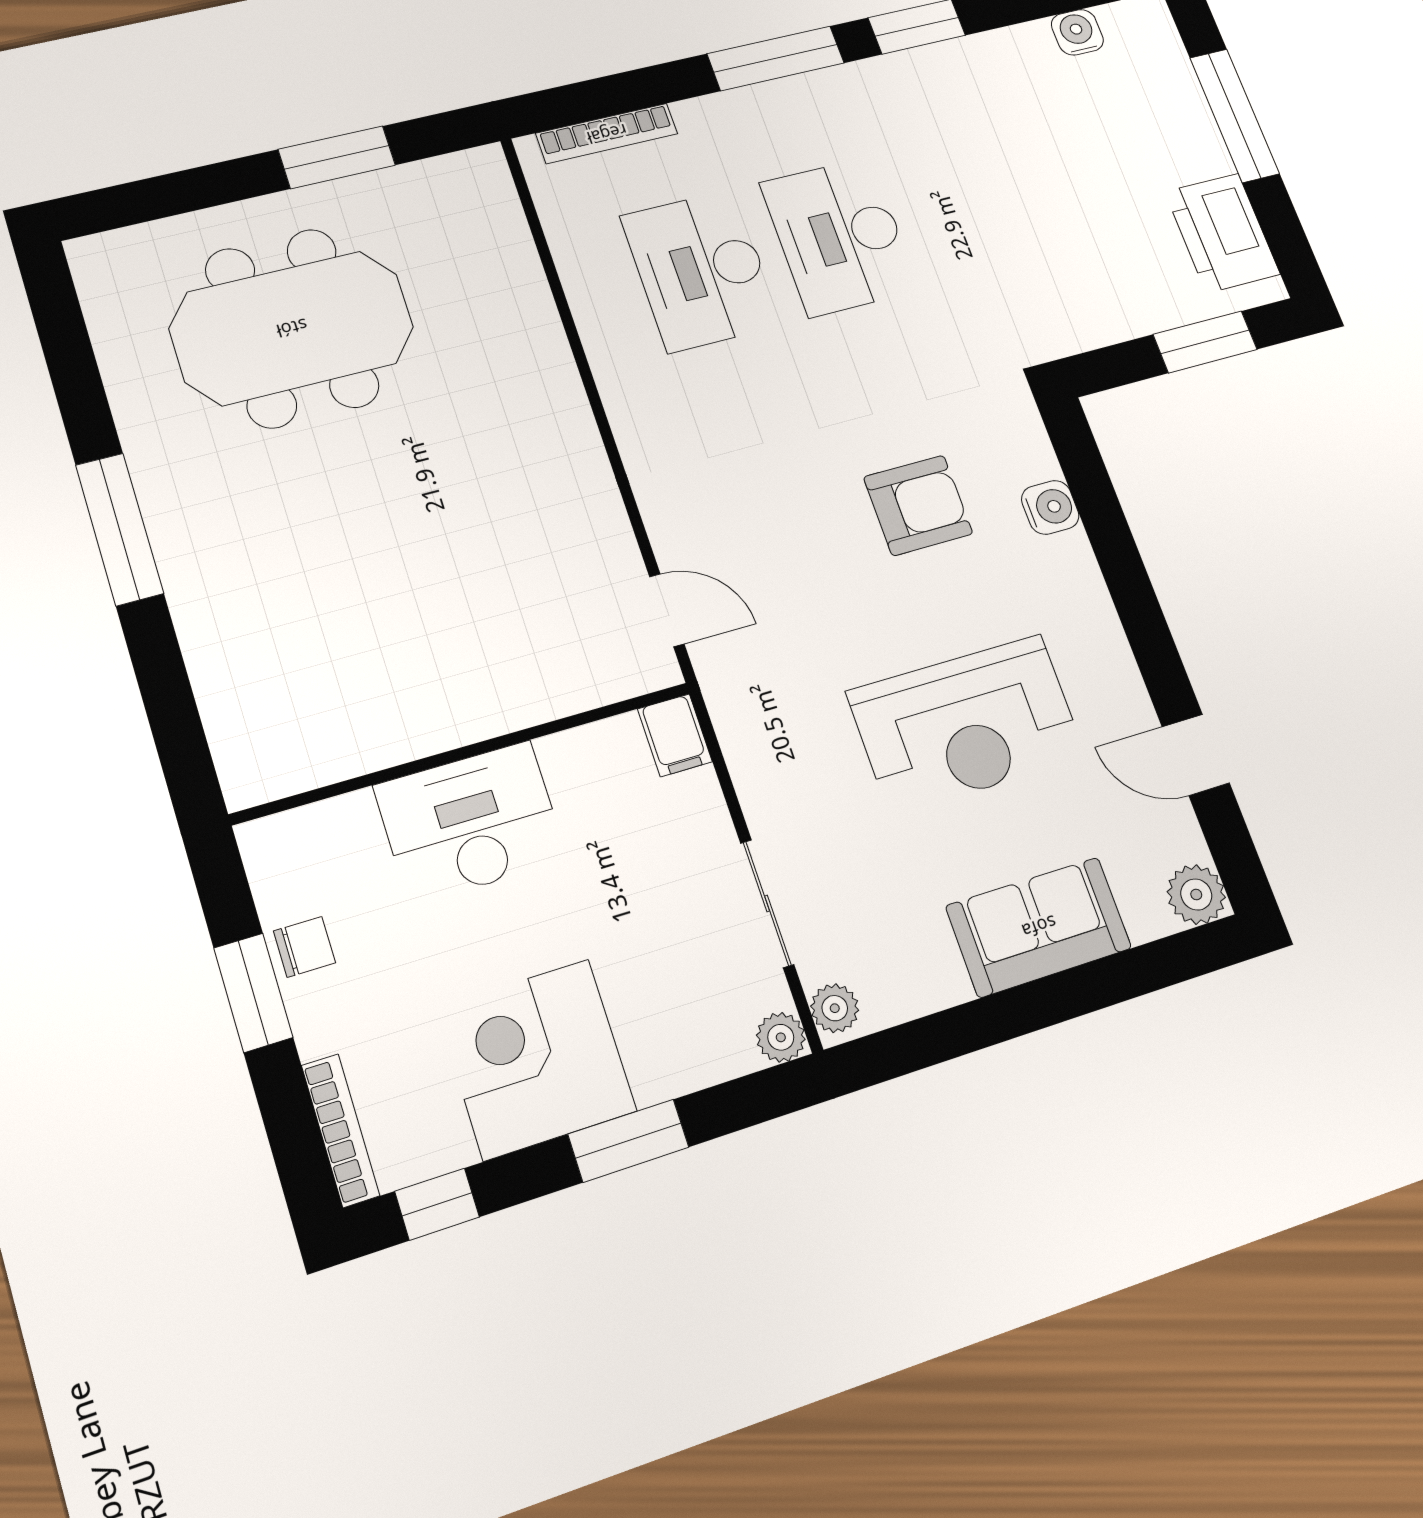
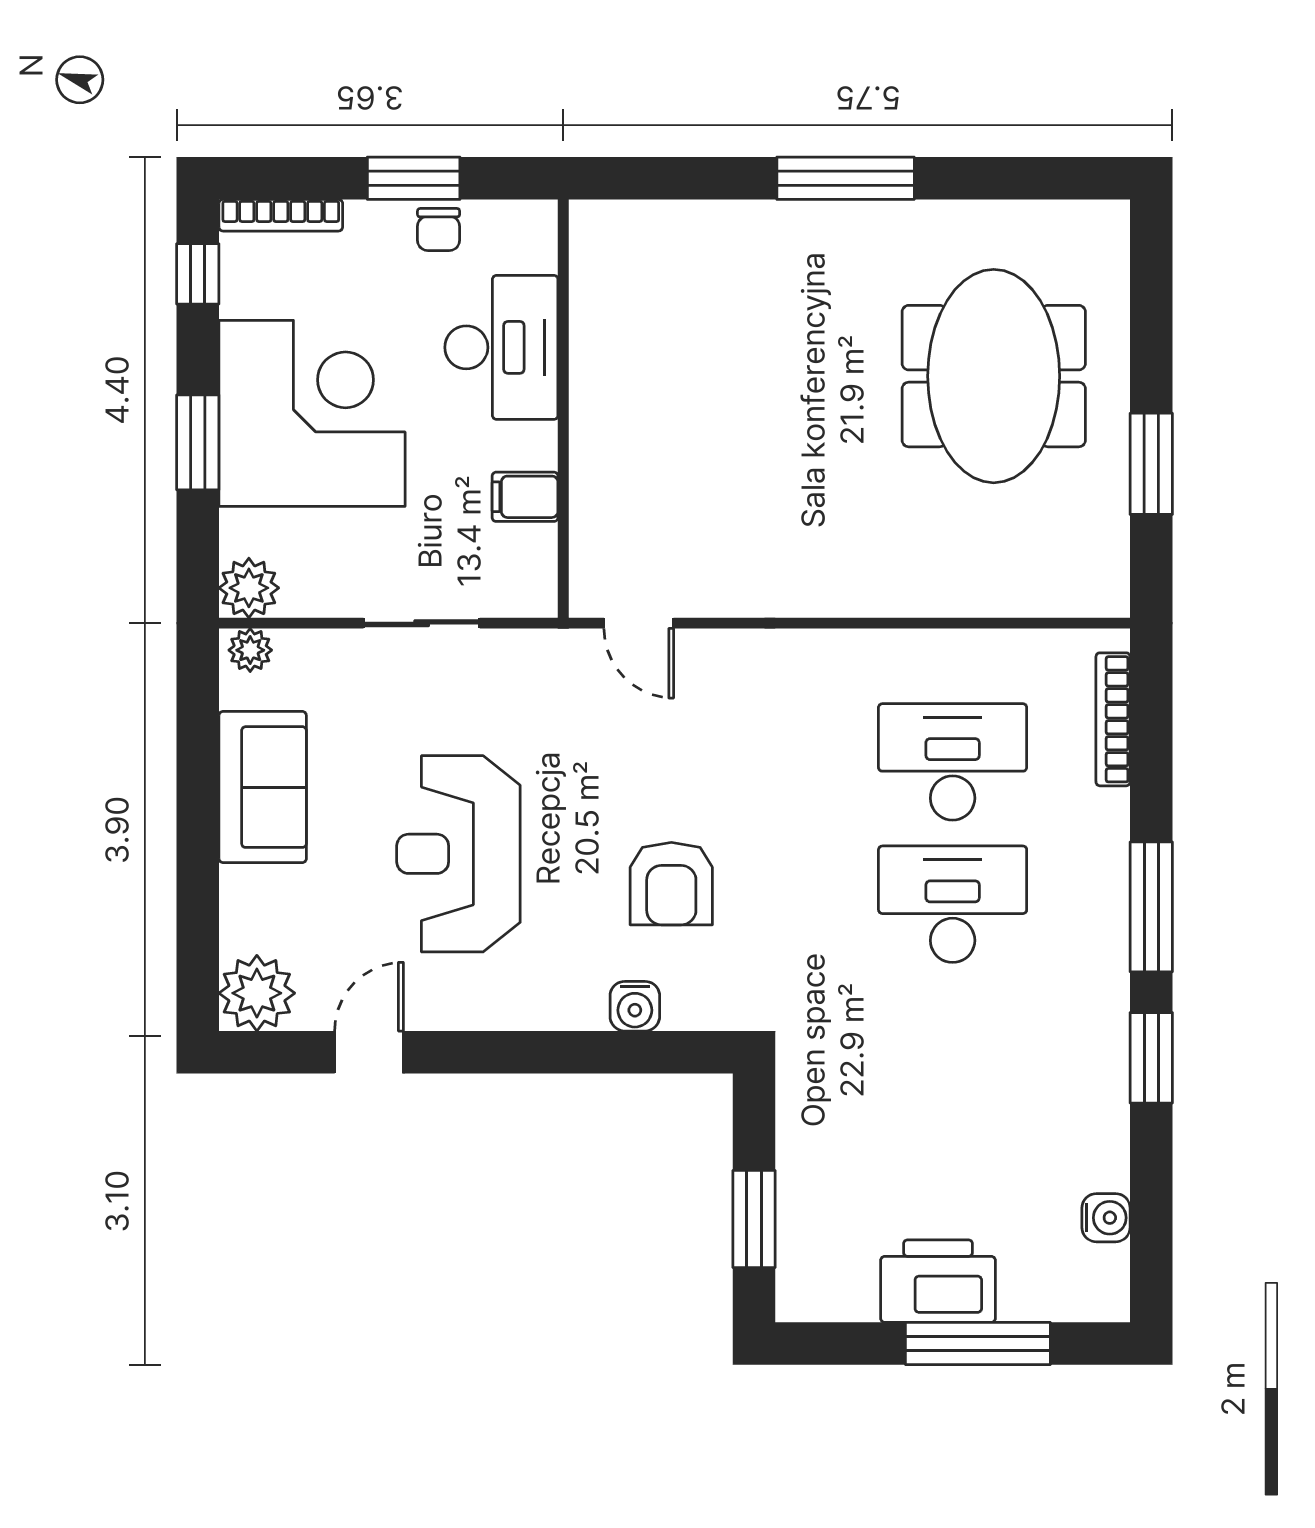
printer: (1222, 233) -> (938, 1281), moved
door: (667, 610) -> (639, 623), hinge flipped
filing cabinet: (675, 735) -> (525, 497), moved
desk: (471, 823) -> (501, 347), moved
plant: (1196, 895) -> (257, 993), width x1.36, depth x1.36
sliding door: (767, 904) -> (422, 623), moved
sofa: (1039, 927) -> (263, 787), moved
plant: (781, 1037) -> (249, 588), width x1.38, depth x1.38
corner desk: (536, 1059) -> (312, 413), width x1.36, depth x1.36

